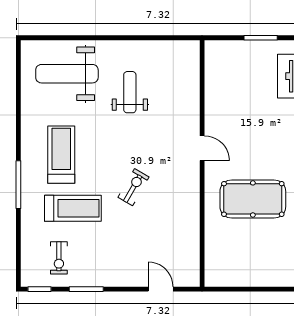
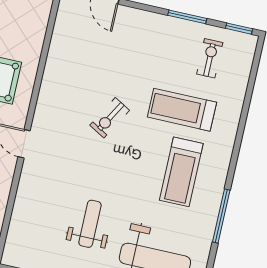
weight bench: (130, 92) -> (90, 224), turned 180
window: (18, 185) -> (221, 216), moved

